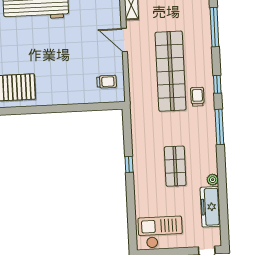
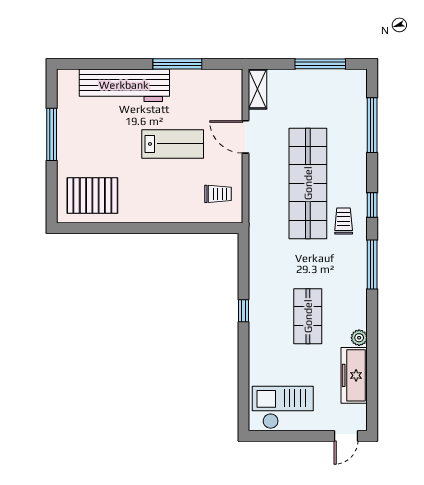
lab bench: (72, 48) -> (173, 144), added

